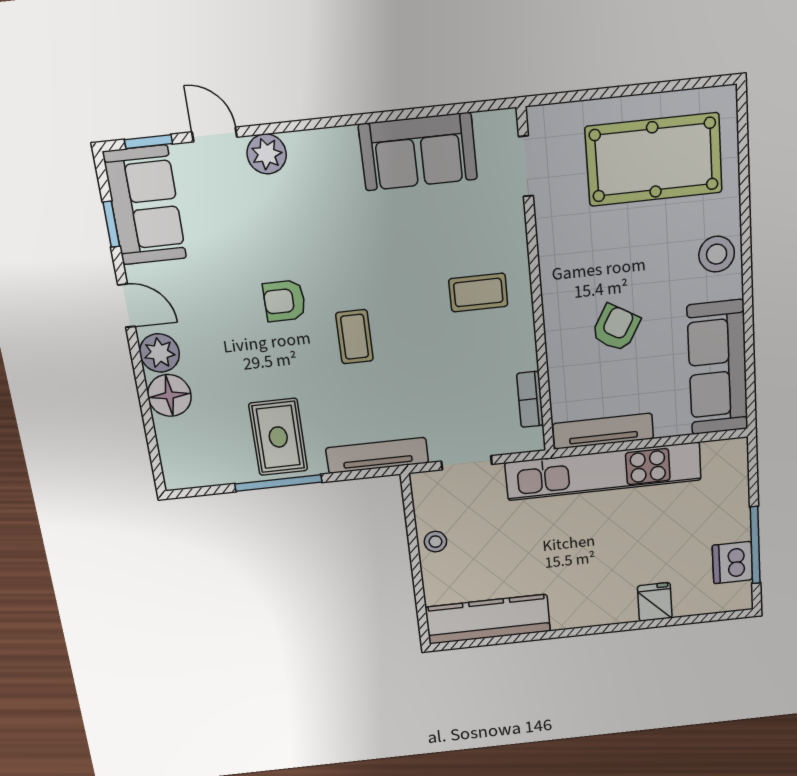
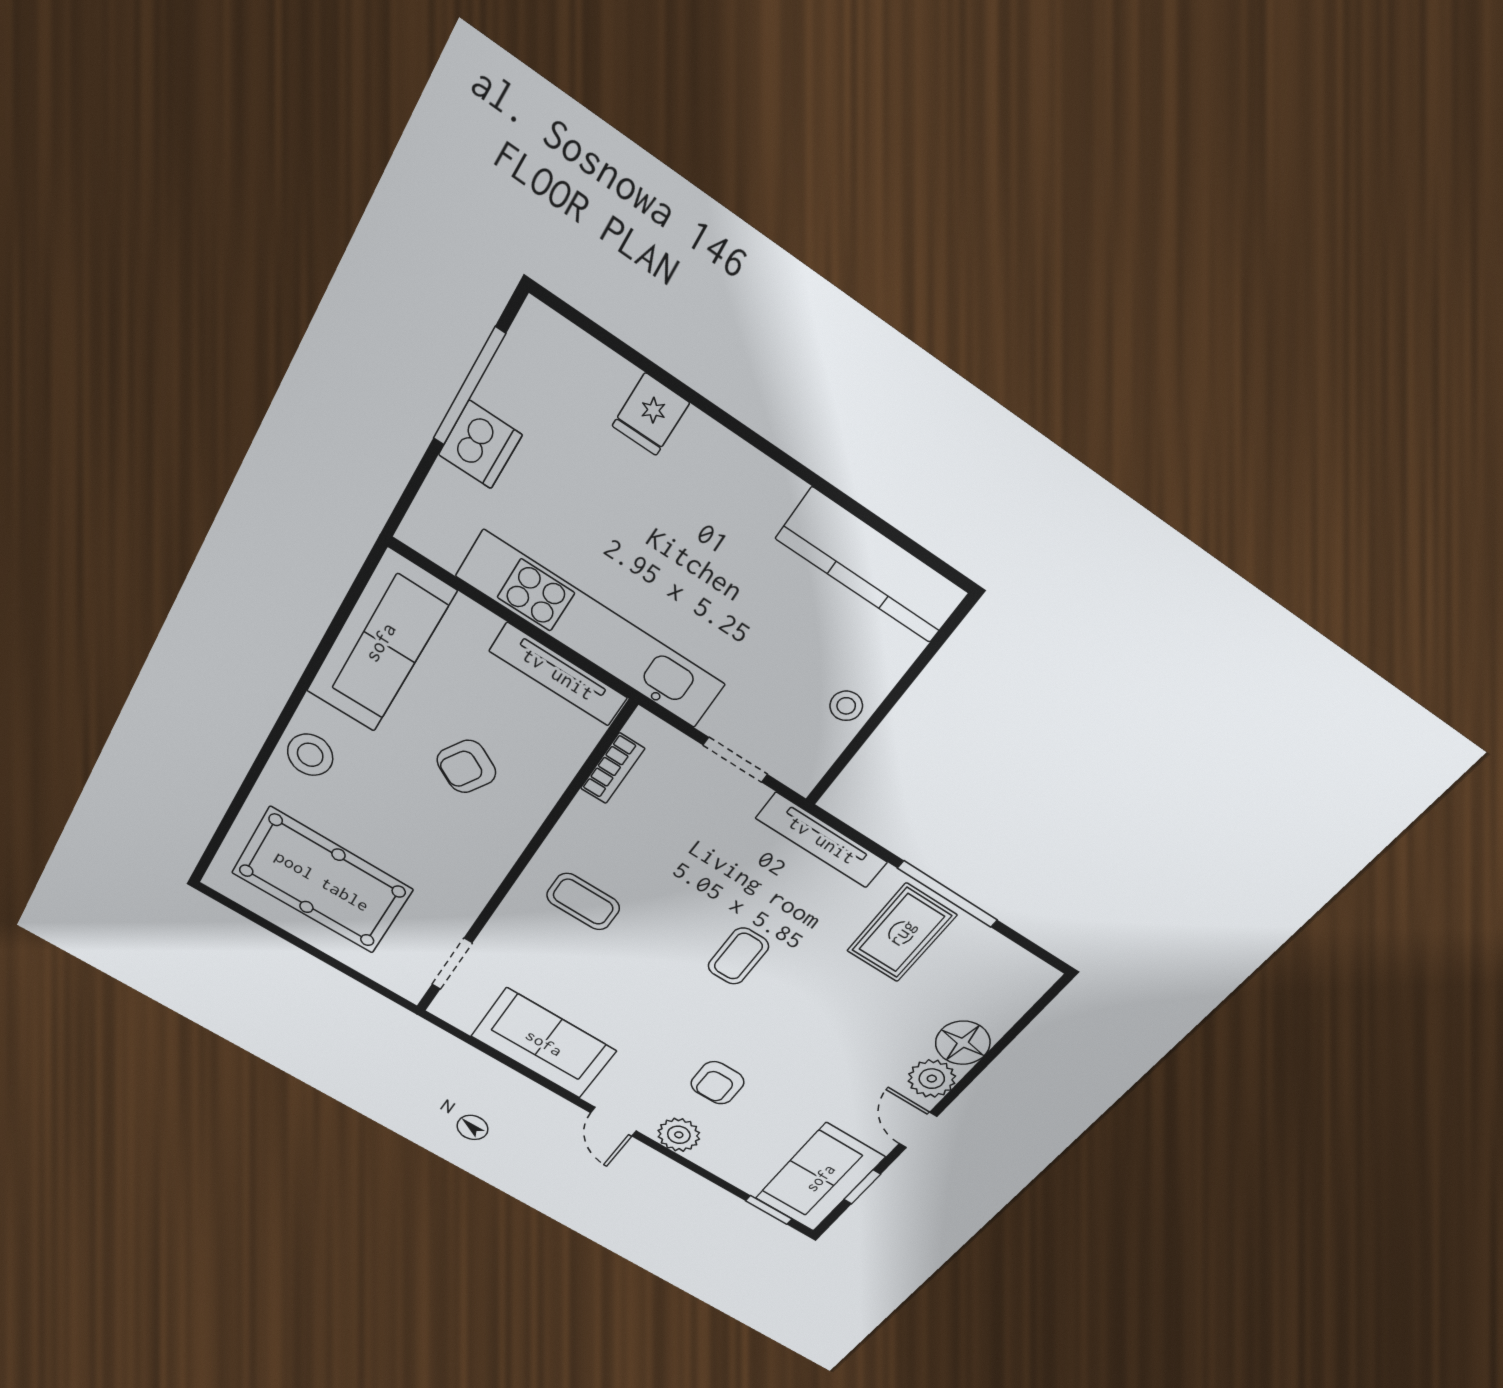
door: (214, 135) -> (614, 1122), moved
armchair: (284, 301) -> (717, 1083), moved, turned 90
dishwasher: (732, 563) -> (480, 445), moved

